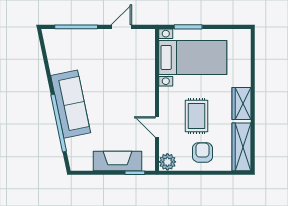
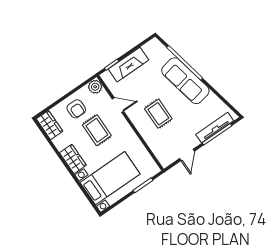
tv unit: (74, 35) -> (215, 128), added
bed with nightstands: (193, 57) -> (110, 178), moved, turned 180
rug: (122, 89) -> (158, 114), added
wardrobe: (241, 147) -> (49, 125), width x0.67

